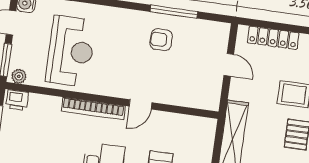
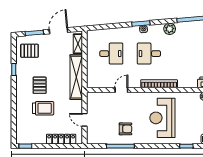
reception desk: (71, 51) -> (162, 118), moved
door: (140, 104) -> (121, 90), moved

